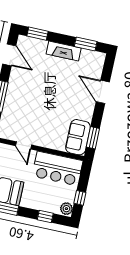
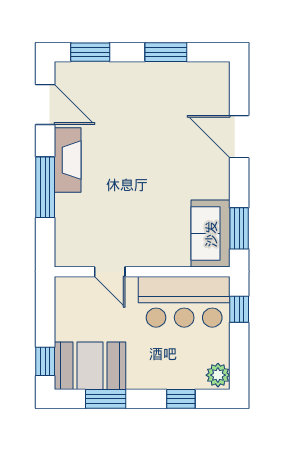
window: (86, 44) -> (166, 52), moved
fireplace: (64, 51) -> (68, 160), moved, turned -90
window: (80, 198) -> (239, 309), moved

